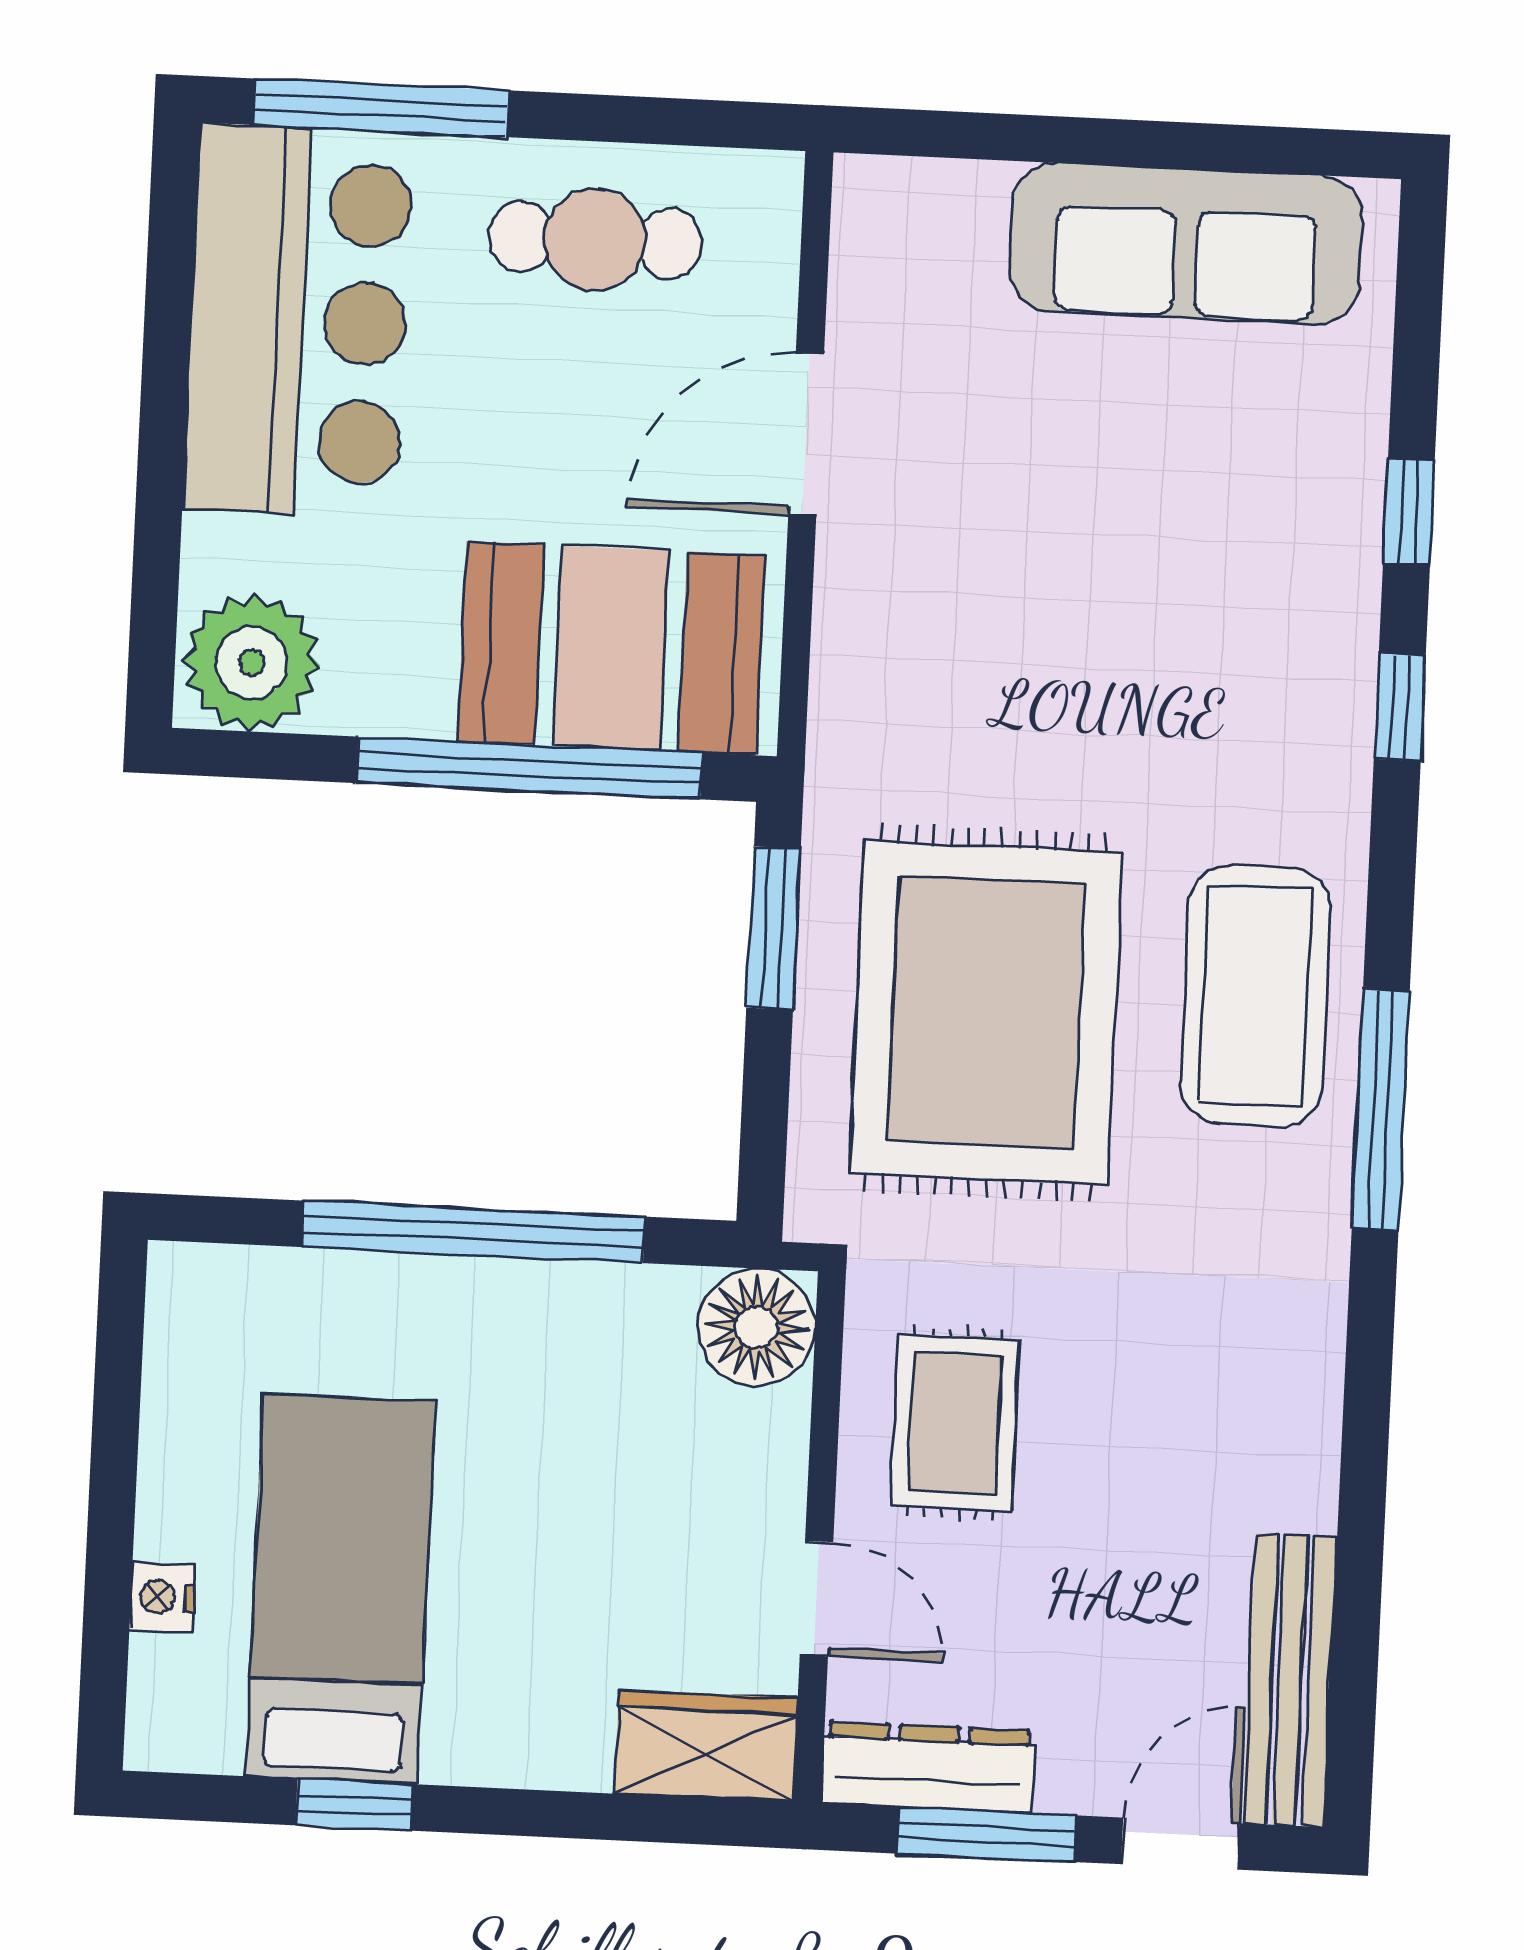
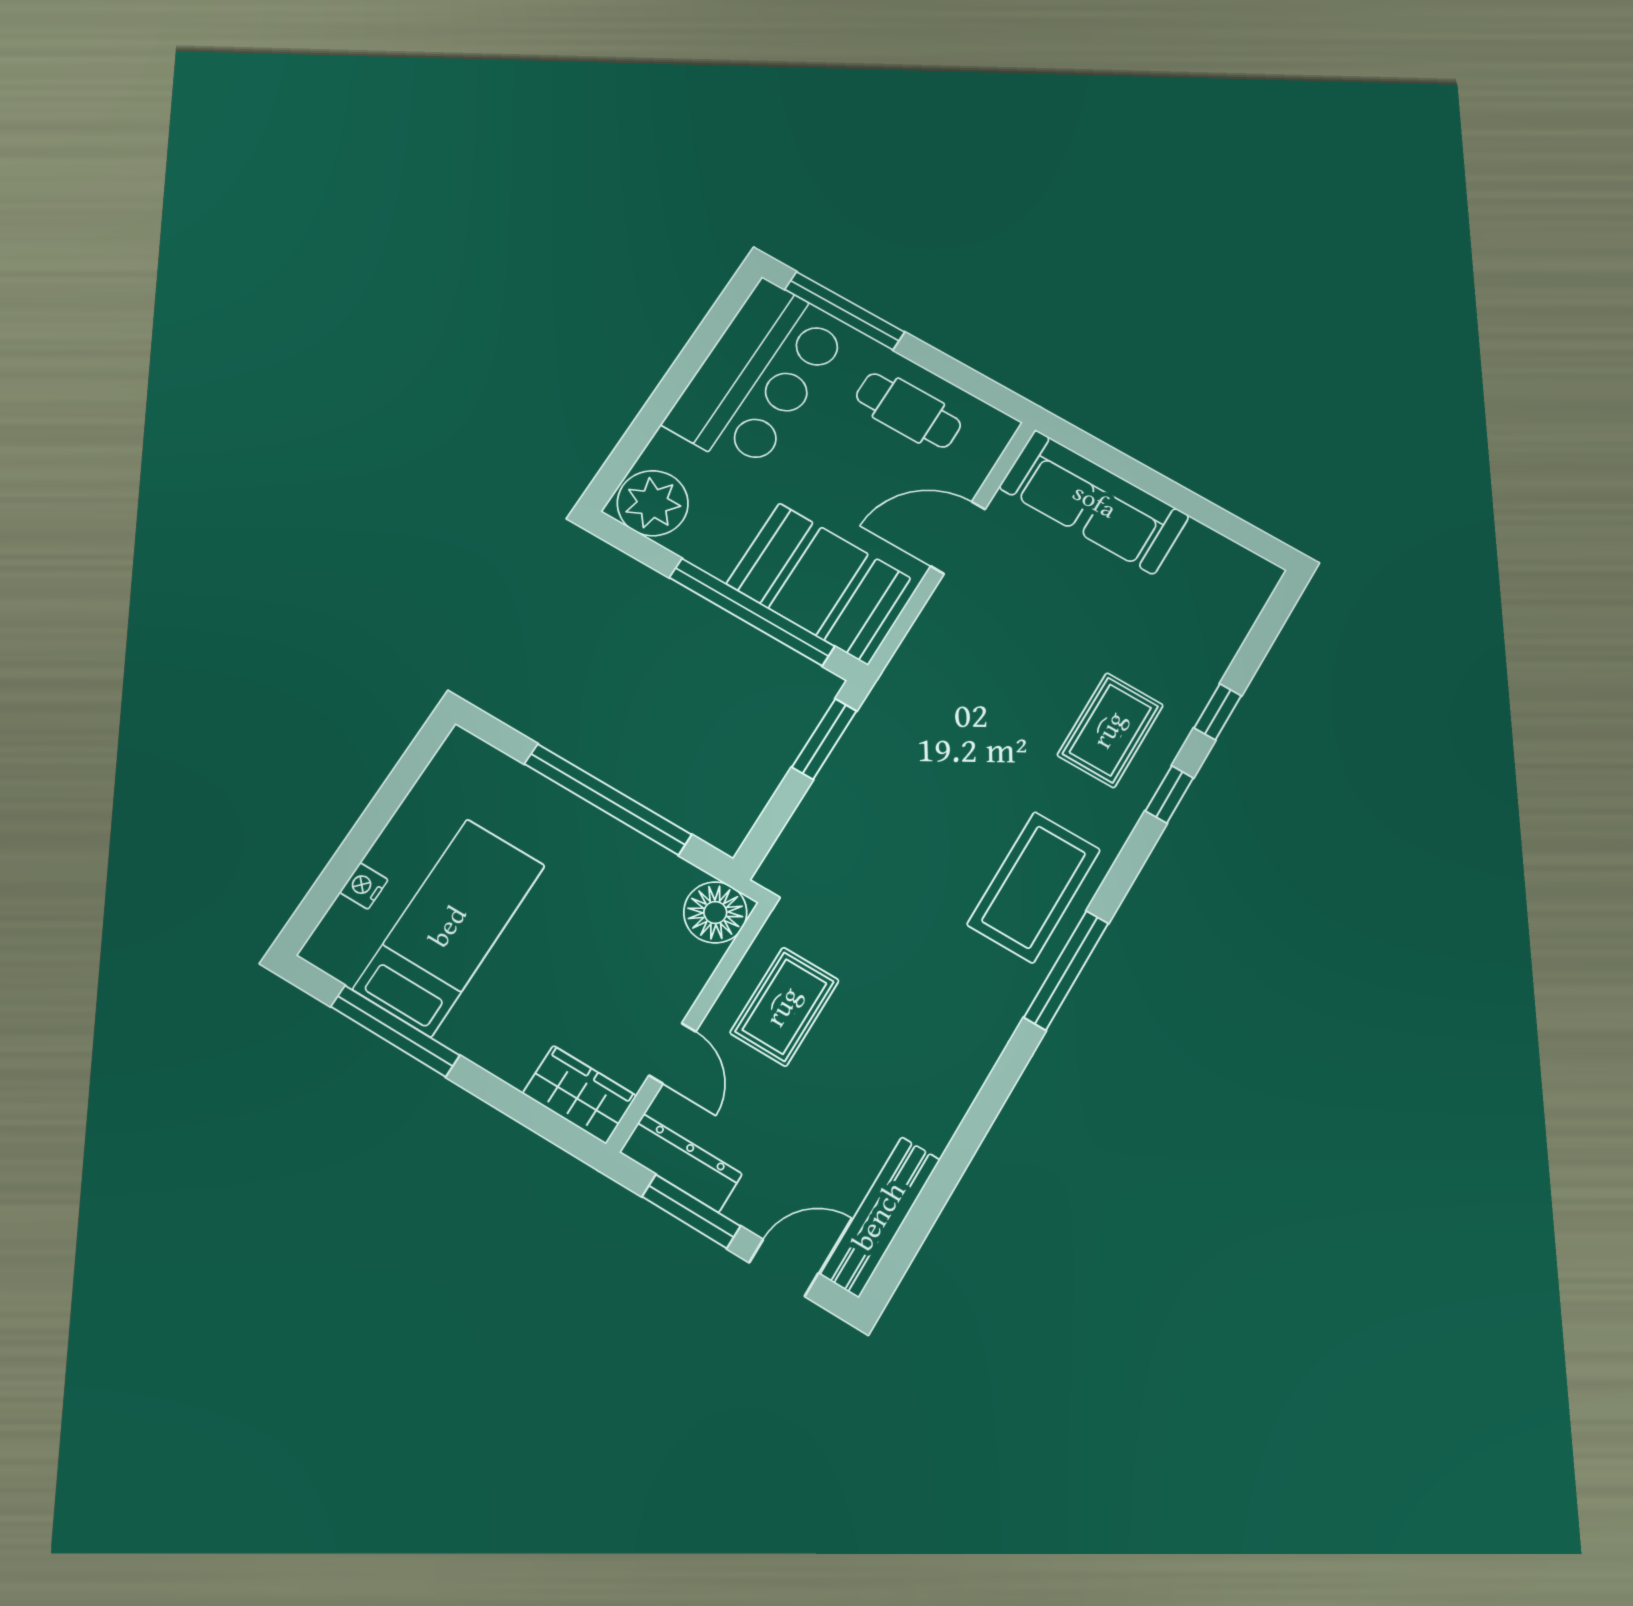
sofa: (1186, 244) -> (1094, 502), moved
rug: (986, 1013) -> (1110, 730), moved, width x0.54, depth x0.49
window: (354, 1805) -> (395, 1031), width x2.17

